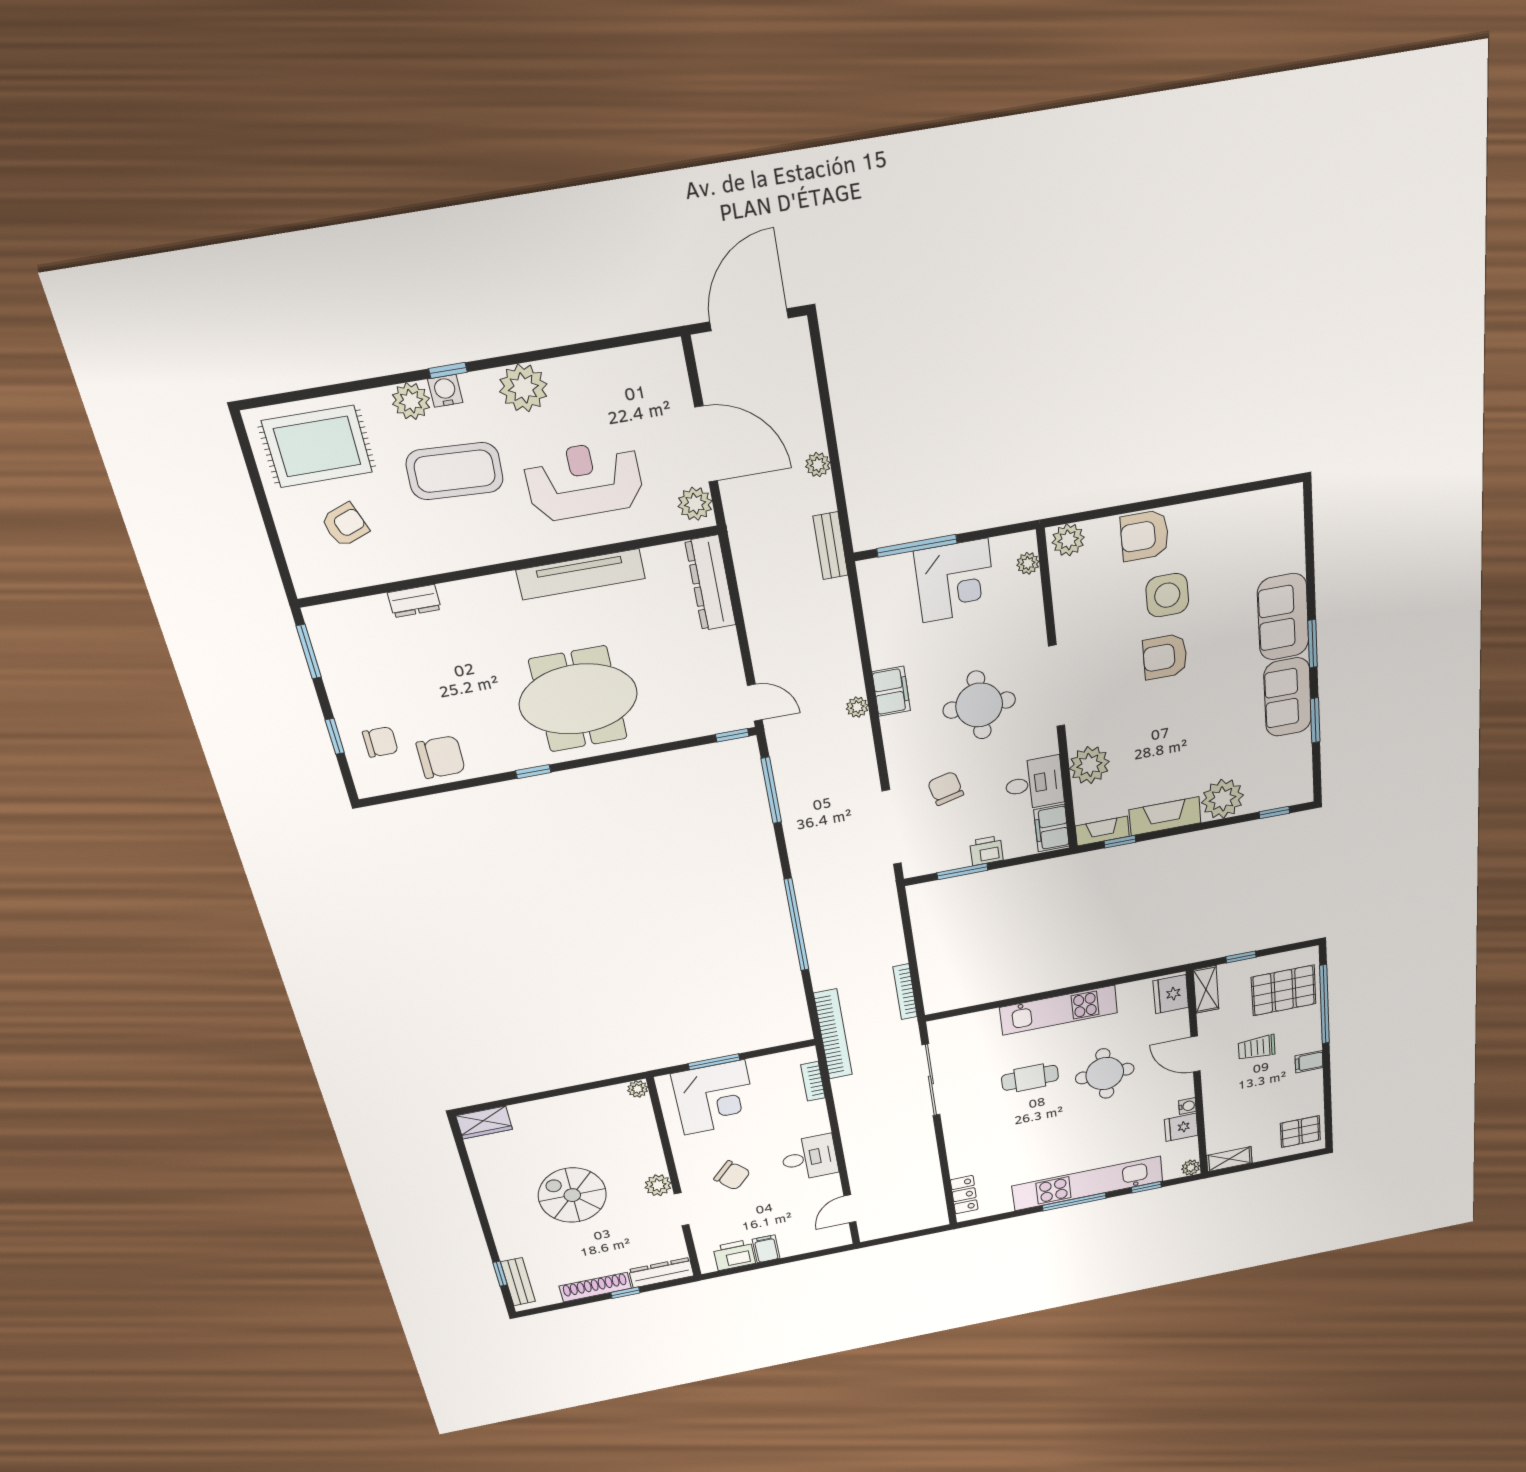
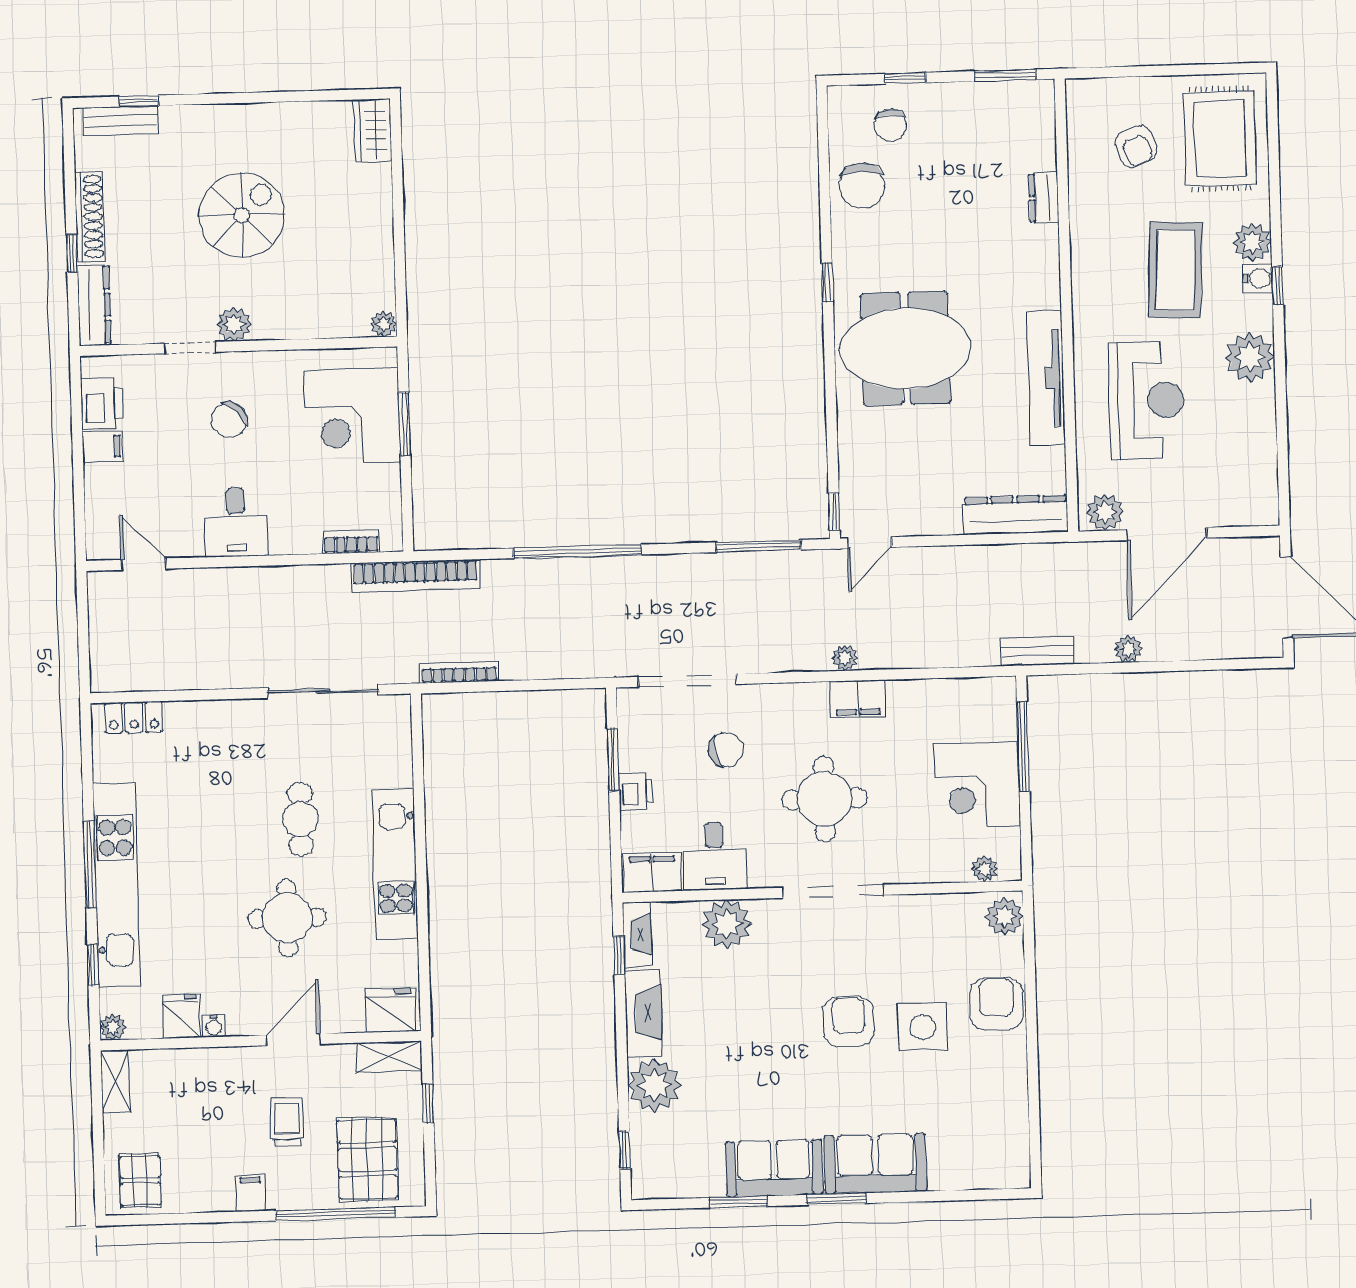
meeting table: (578, 699) -> (905, 349), turned 90

